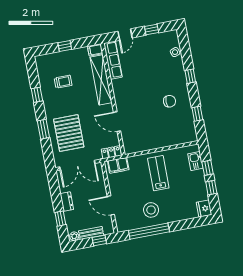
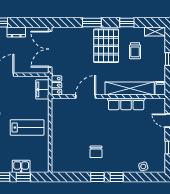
row of seats: (113, 60) -> (126, 104), moved
shelving: (41, 65) -> (155, 32), added
window: (197, 114) -> (97, 177), moved
pallet: (69, 133) -> (106, 46), moved, turned 90
kitchen sink: (195, 161) -> (21, 166), moved

